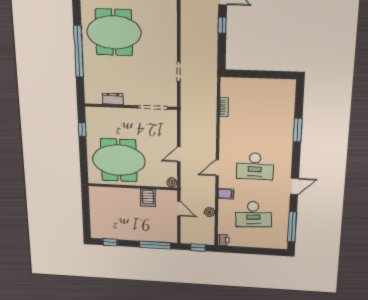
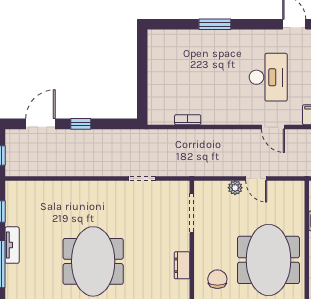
chair: (103, 124) -> (217, 279), added
plant: (172, 183) -> (235, 188), moved

